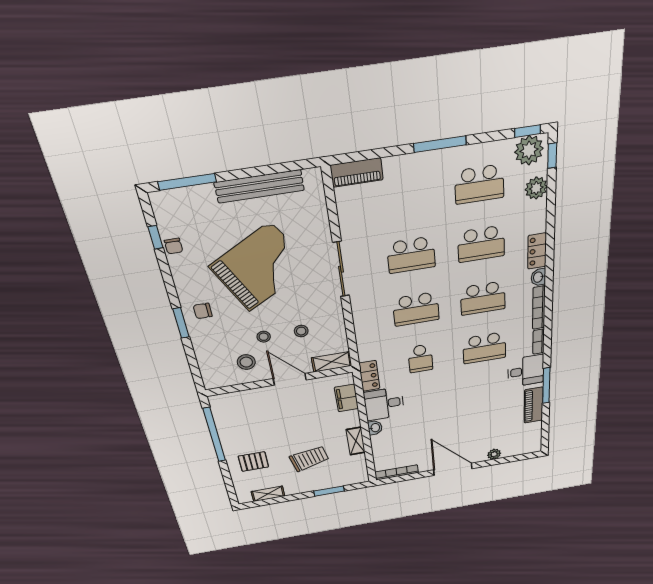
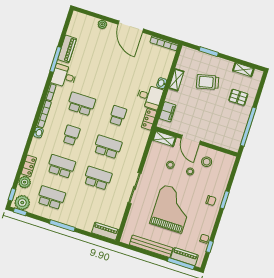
piano: (188, 198) -> (185, 257), added
locker: (537, 251) -> (29, 166), moved
grand piano: (260, 267) -> (172, 209), turned 118
school desk: (483, 298) -> (71, 135), width x0.54

